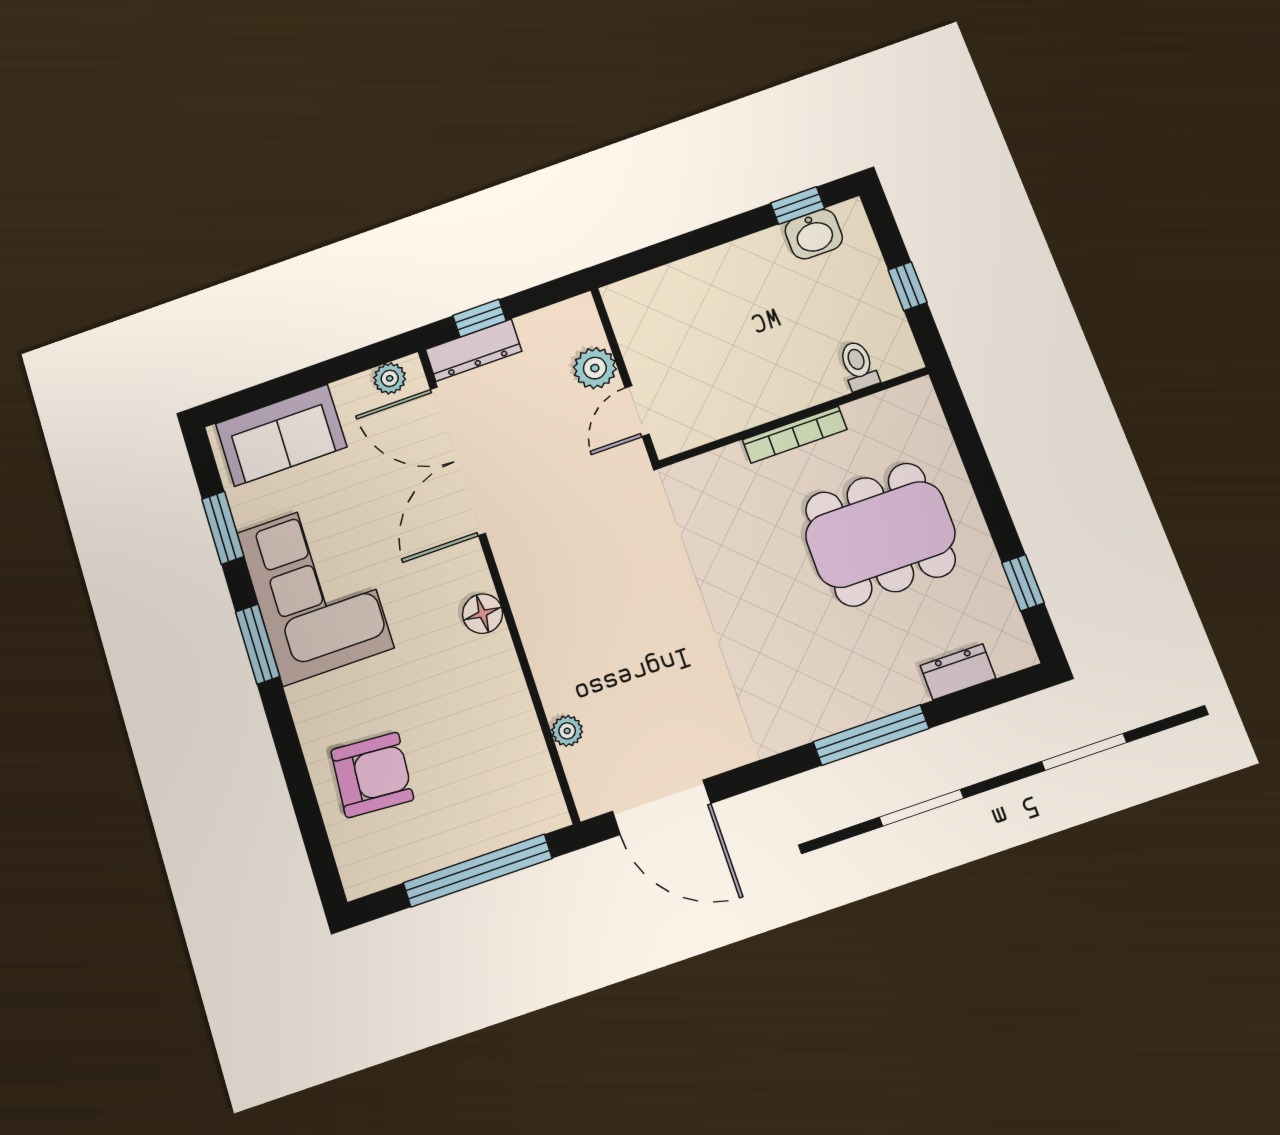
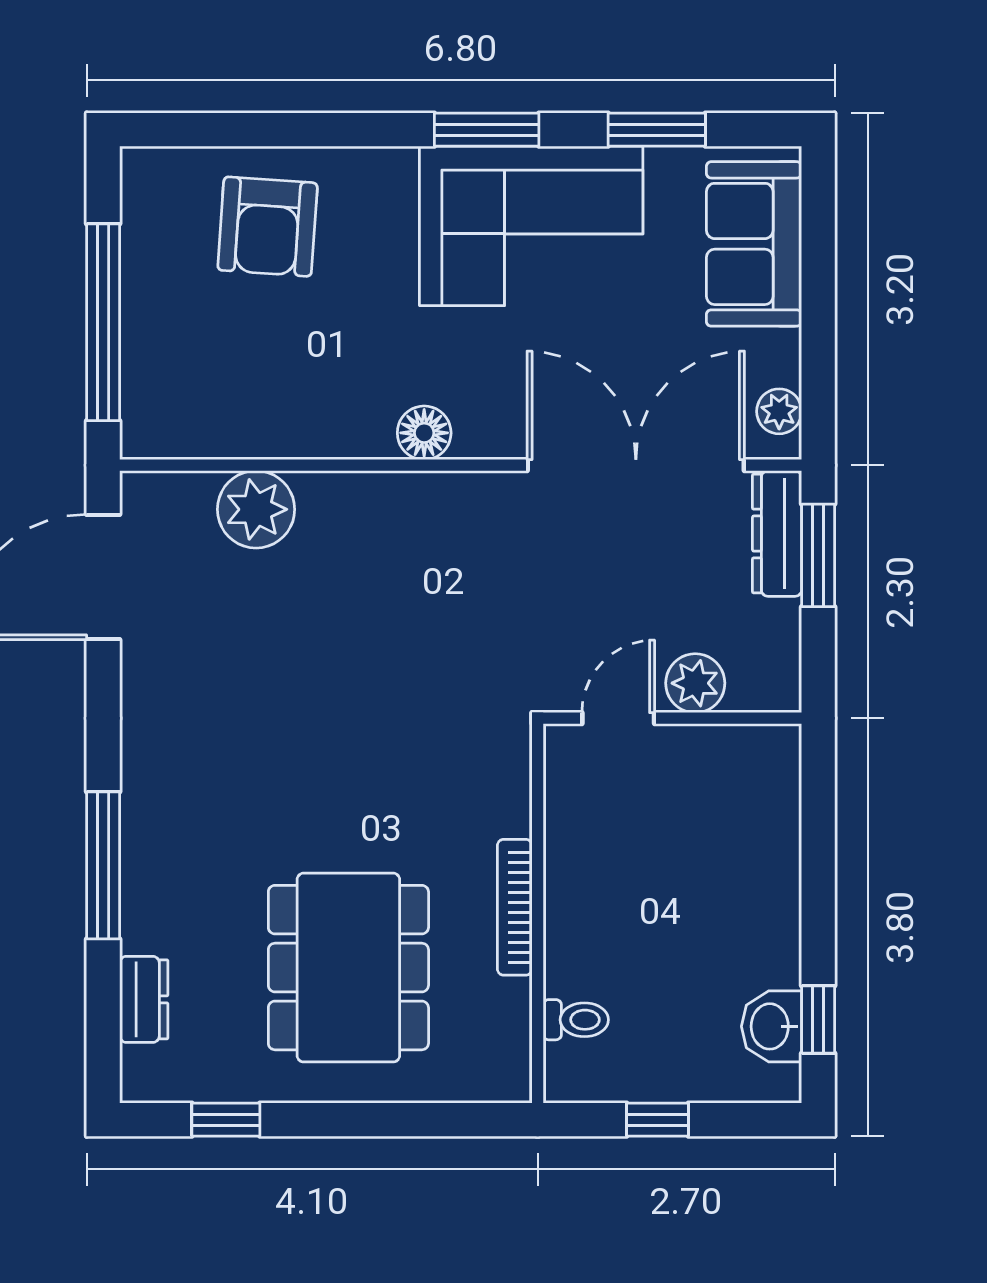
window: (479, 318) -> (818, 555), width x1.50
door: (637, 411) -> (618, 718), hinge flipped
plant: (567, 731) -> (256, 509), width x1.87, depth x1.87

